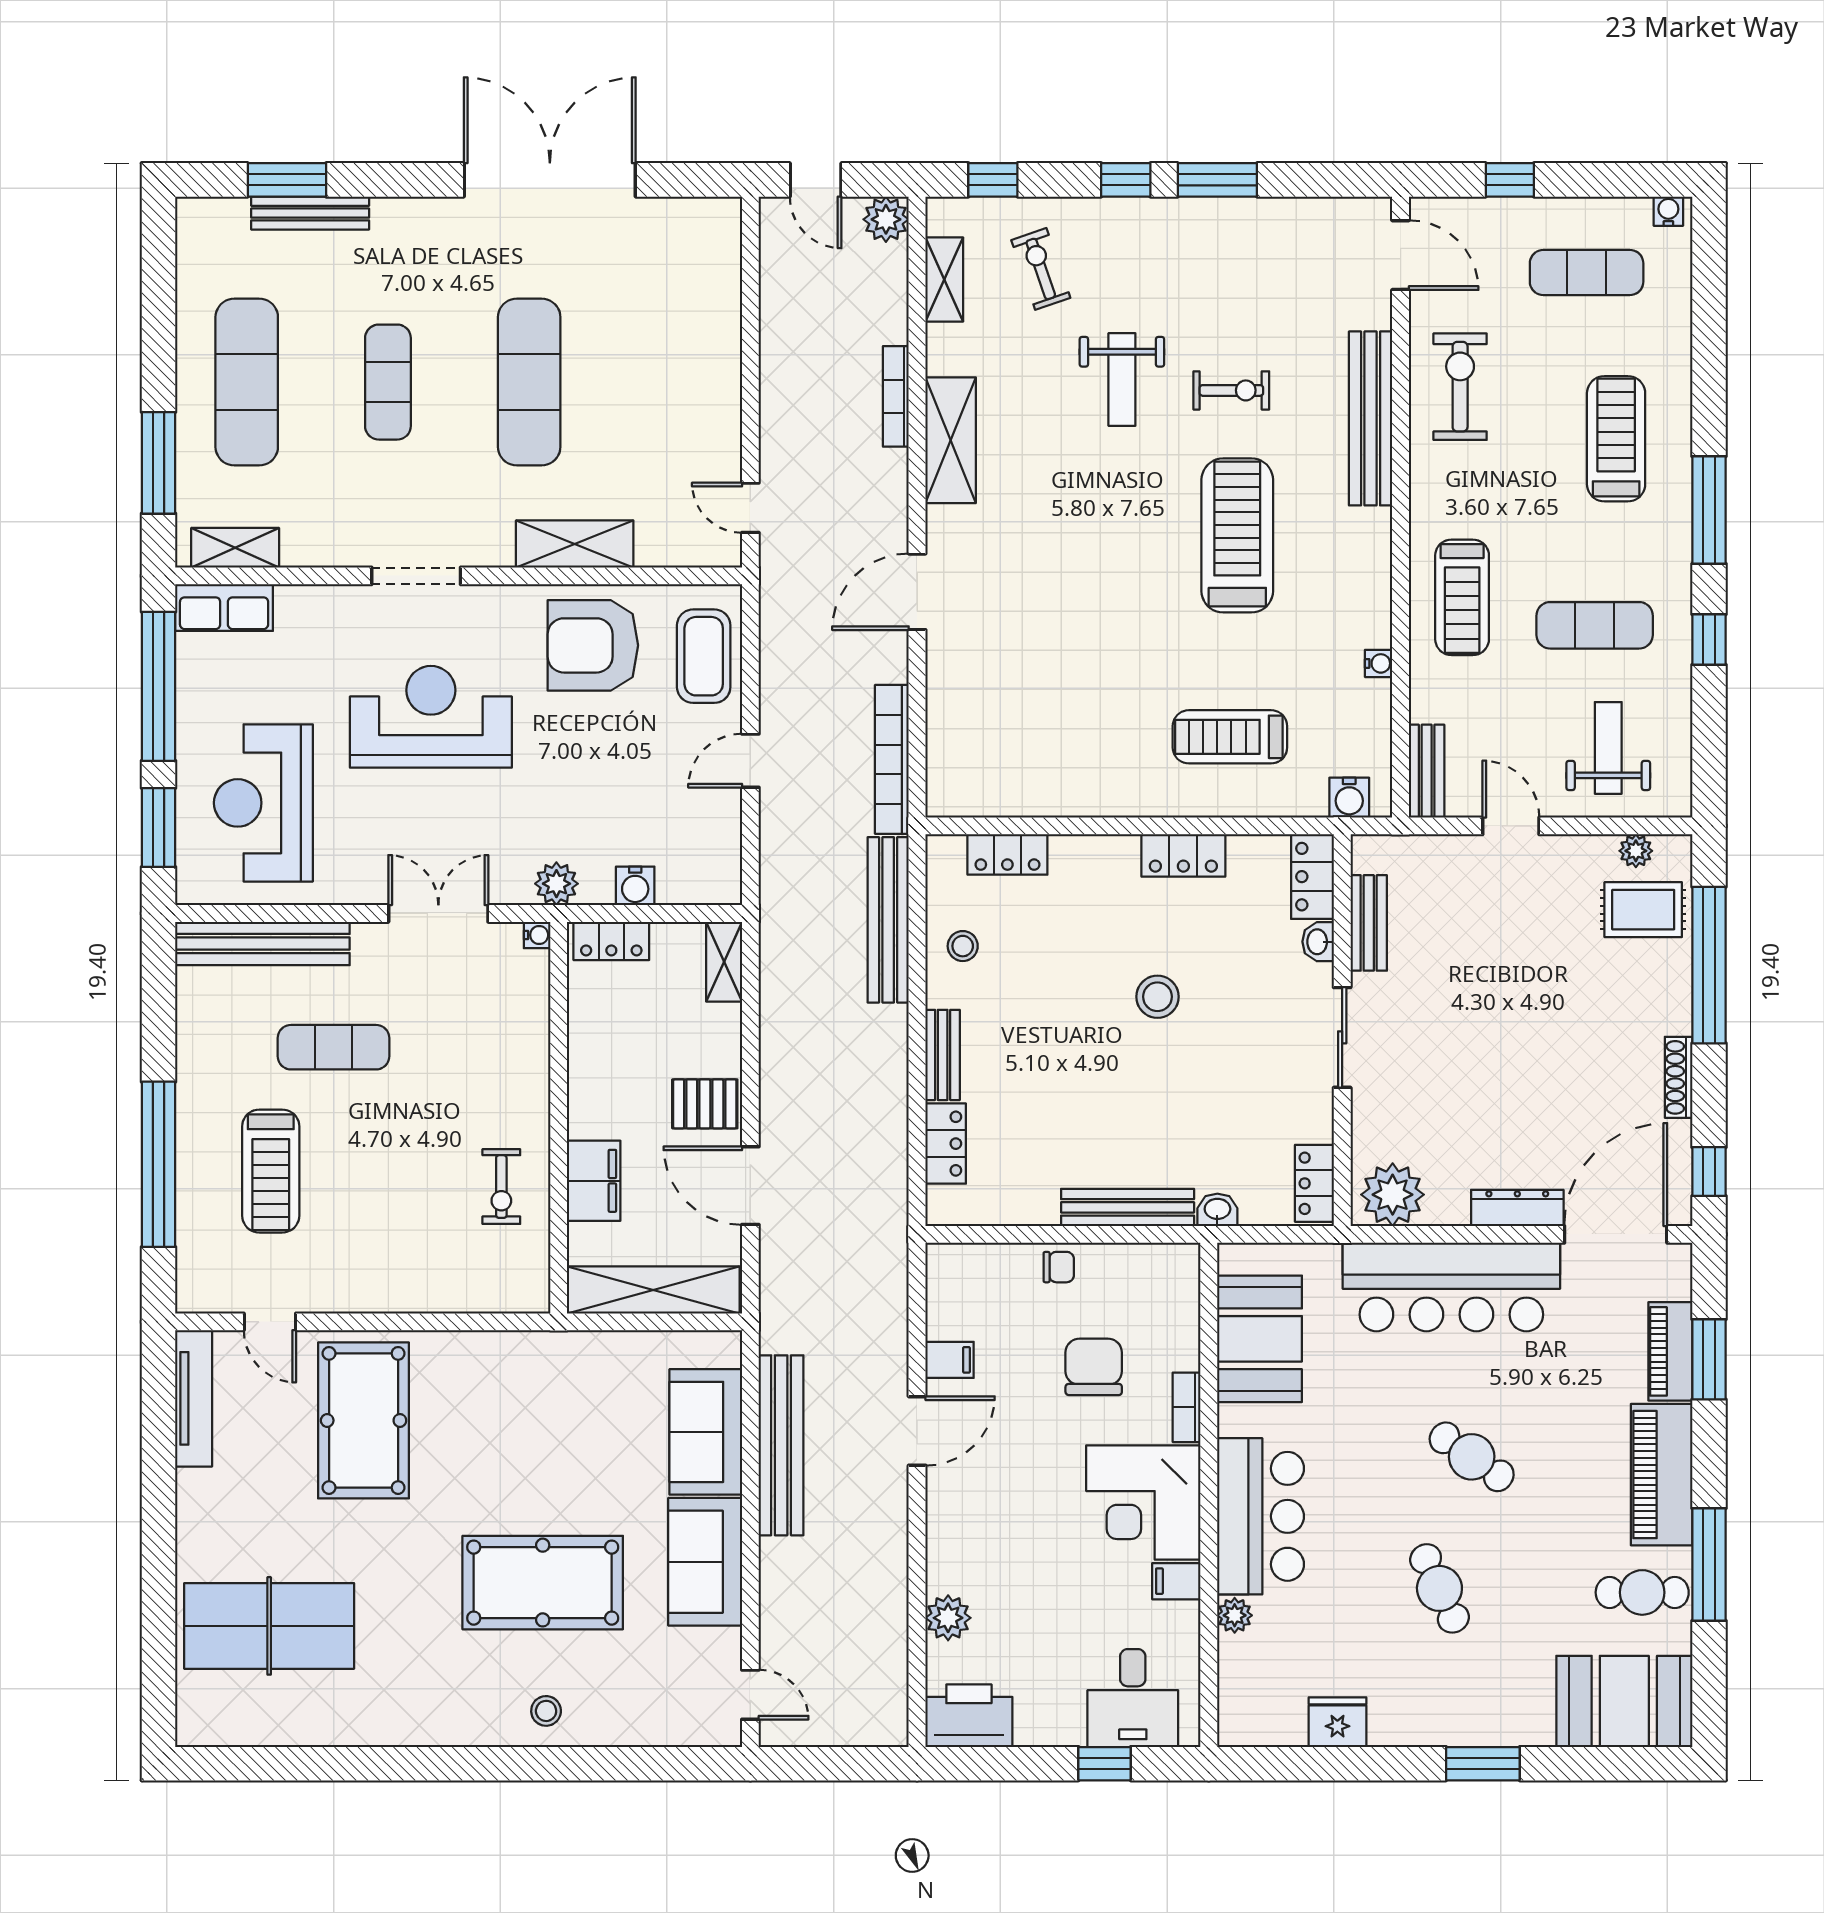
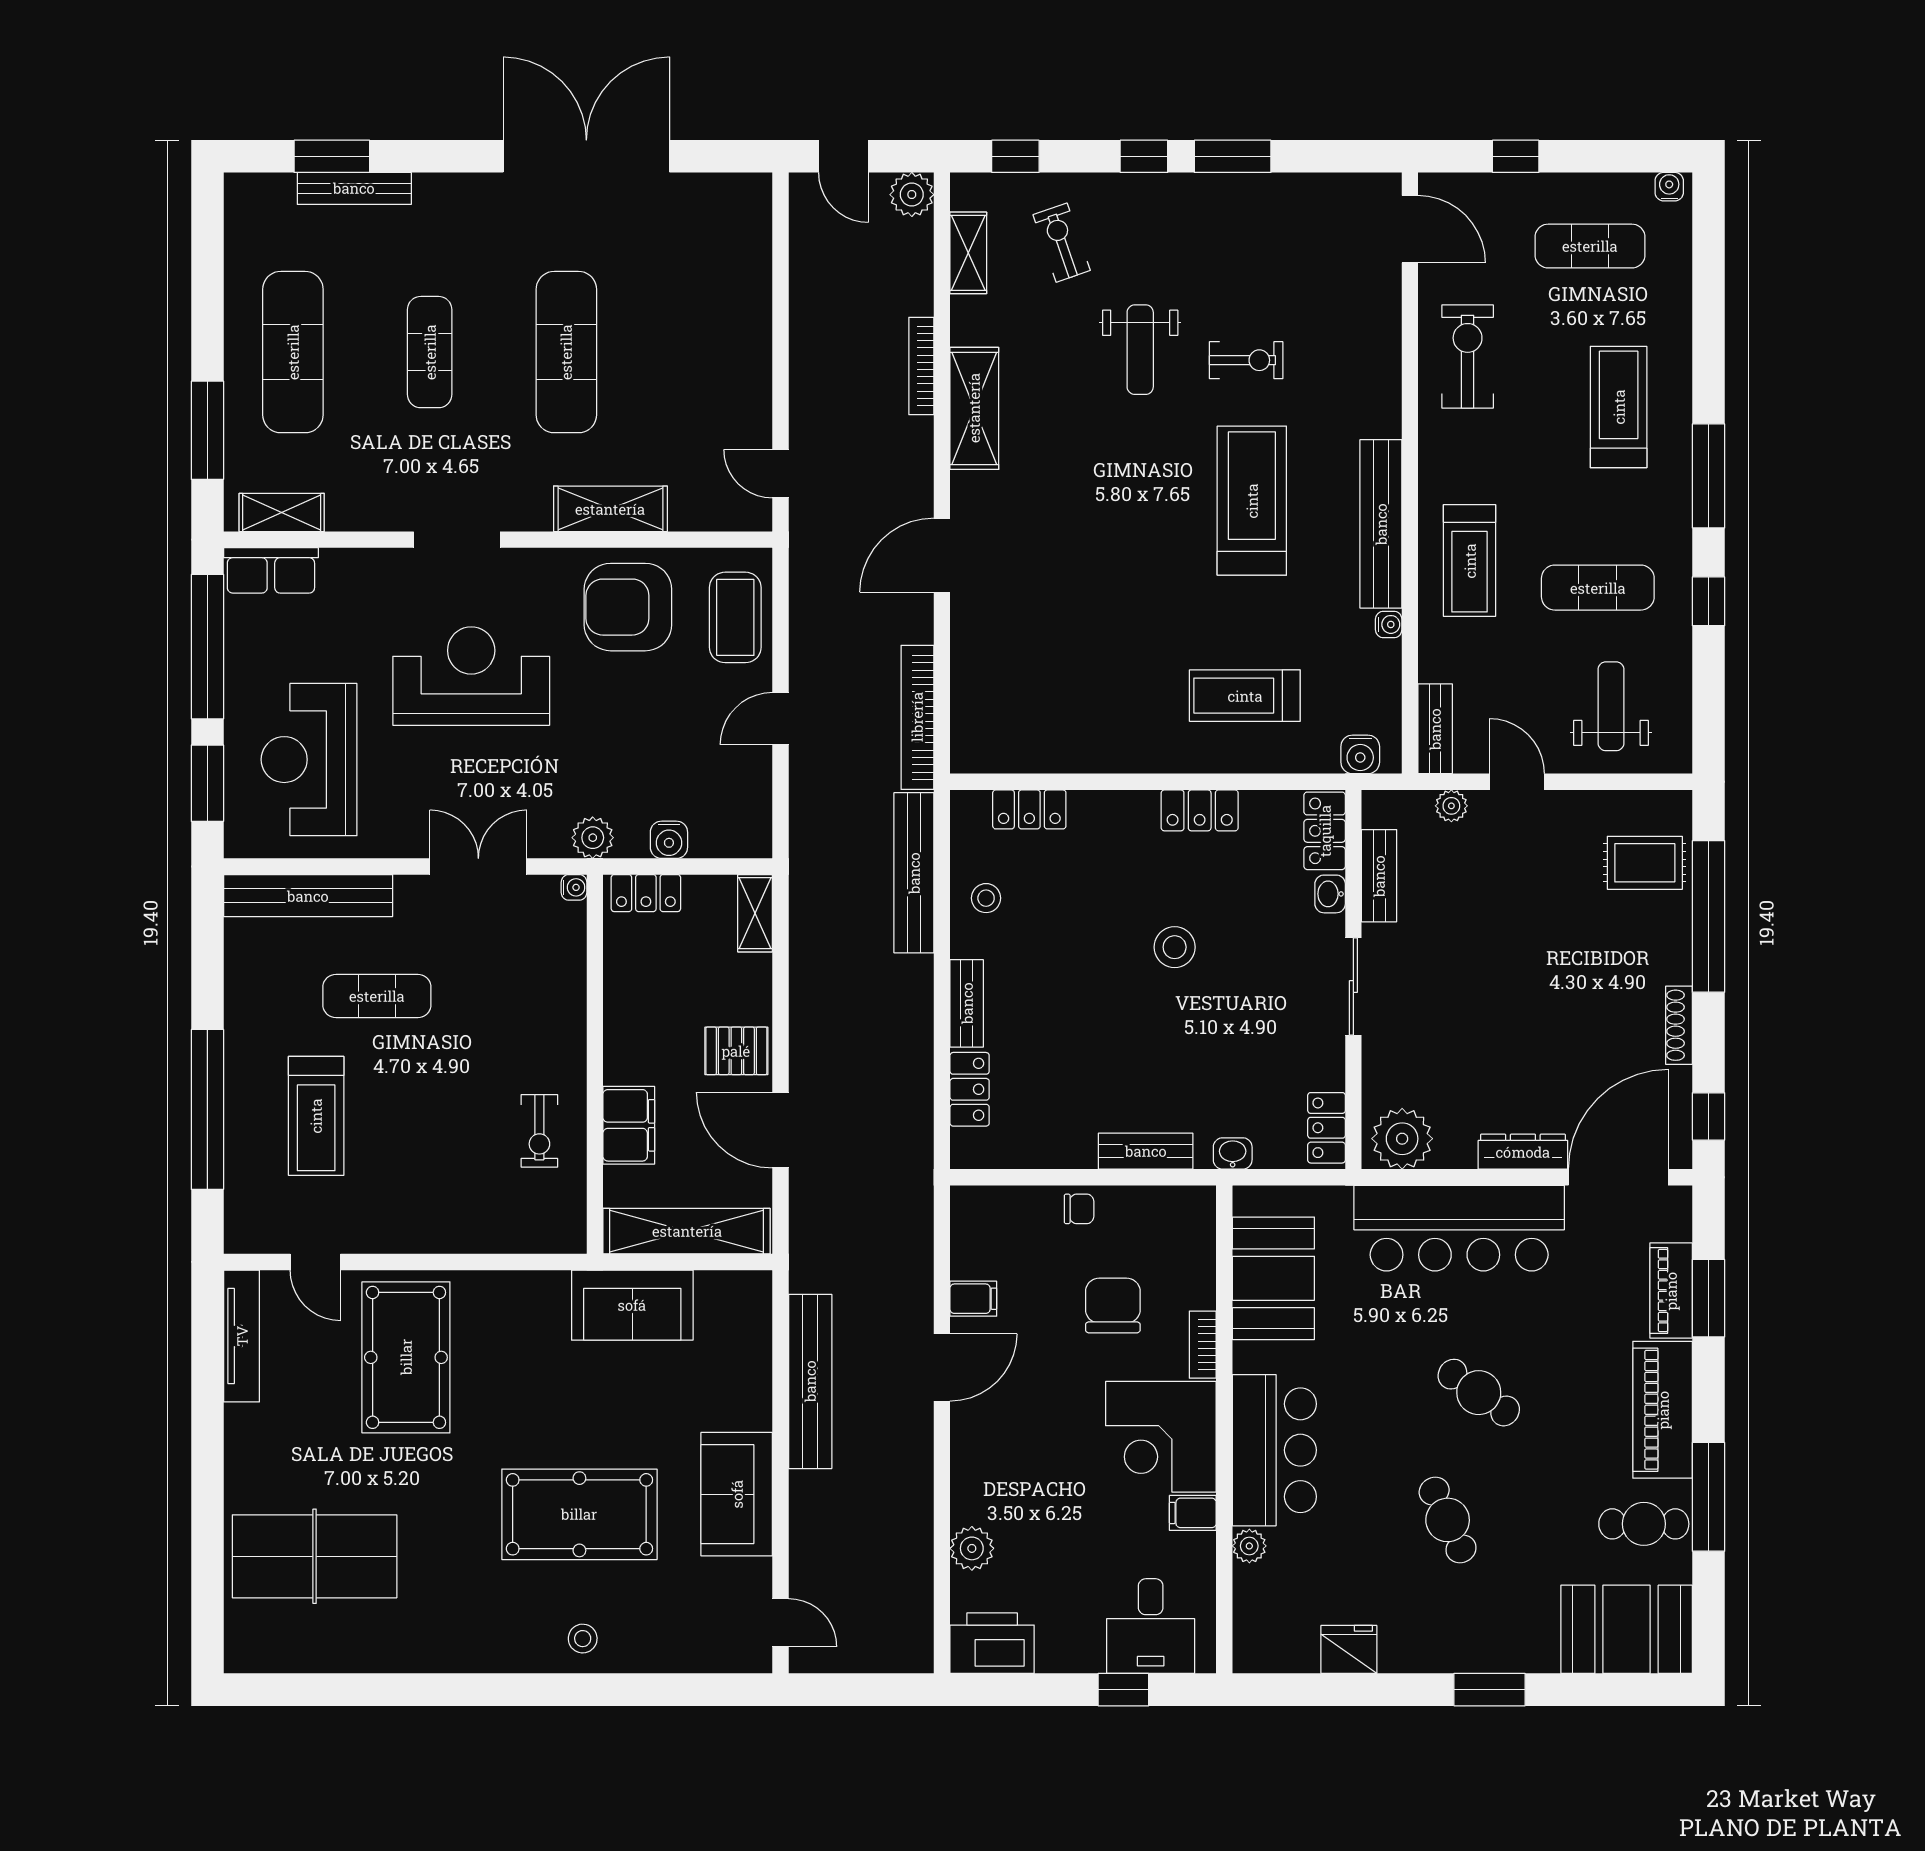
bench: (1371, 418) -> (1381, 524), moved
plant: (1636, 851) -> (1451, 806), moved
bench: (1128, 1207) -> (1146, 1151), width x0.73
sofa: (706, 1432) -> (632, 1305), moved, turned -90

